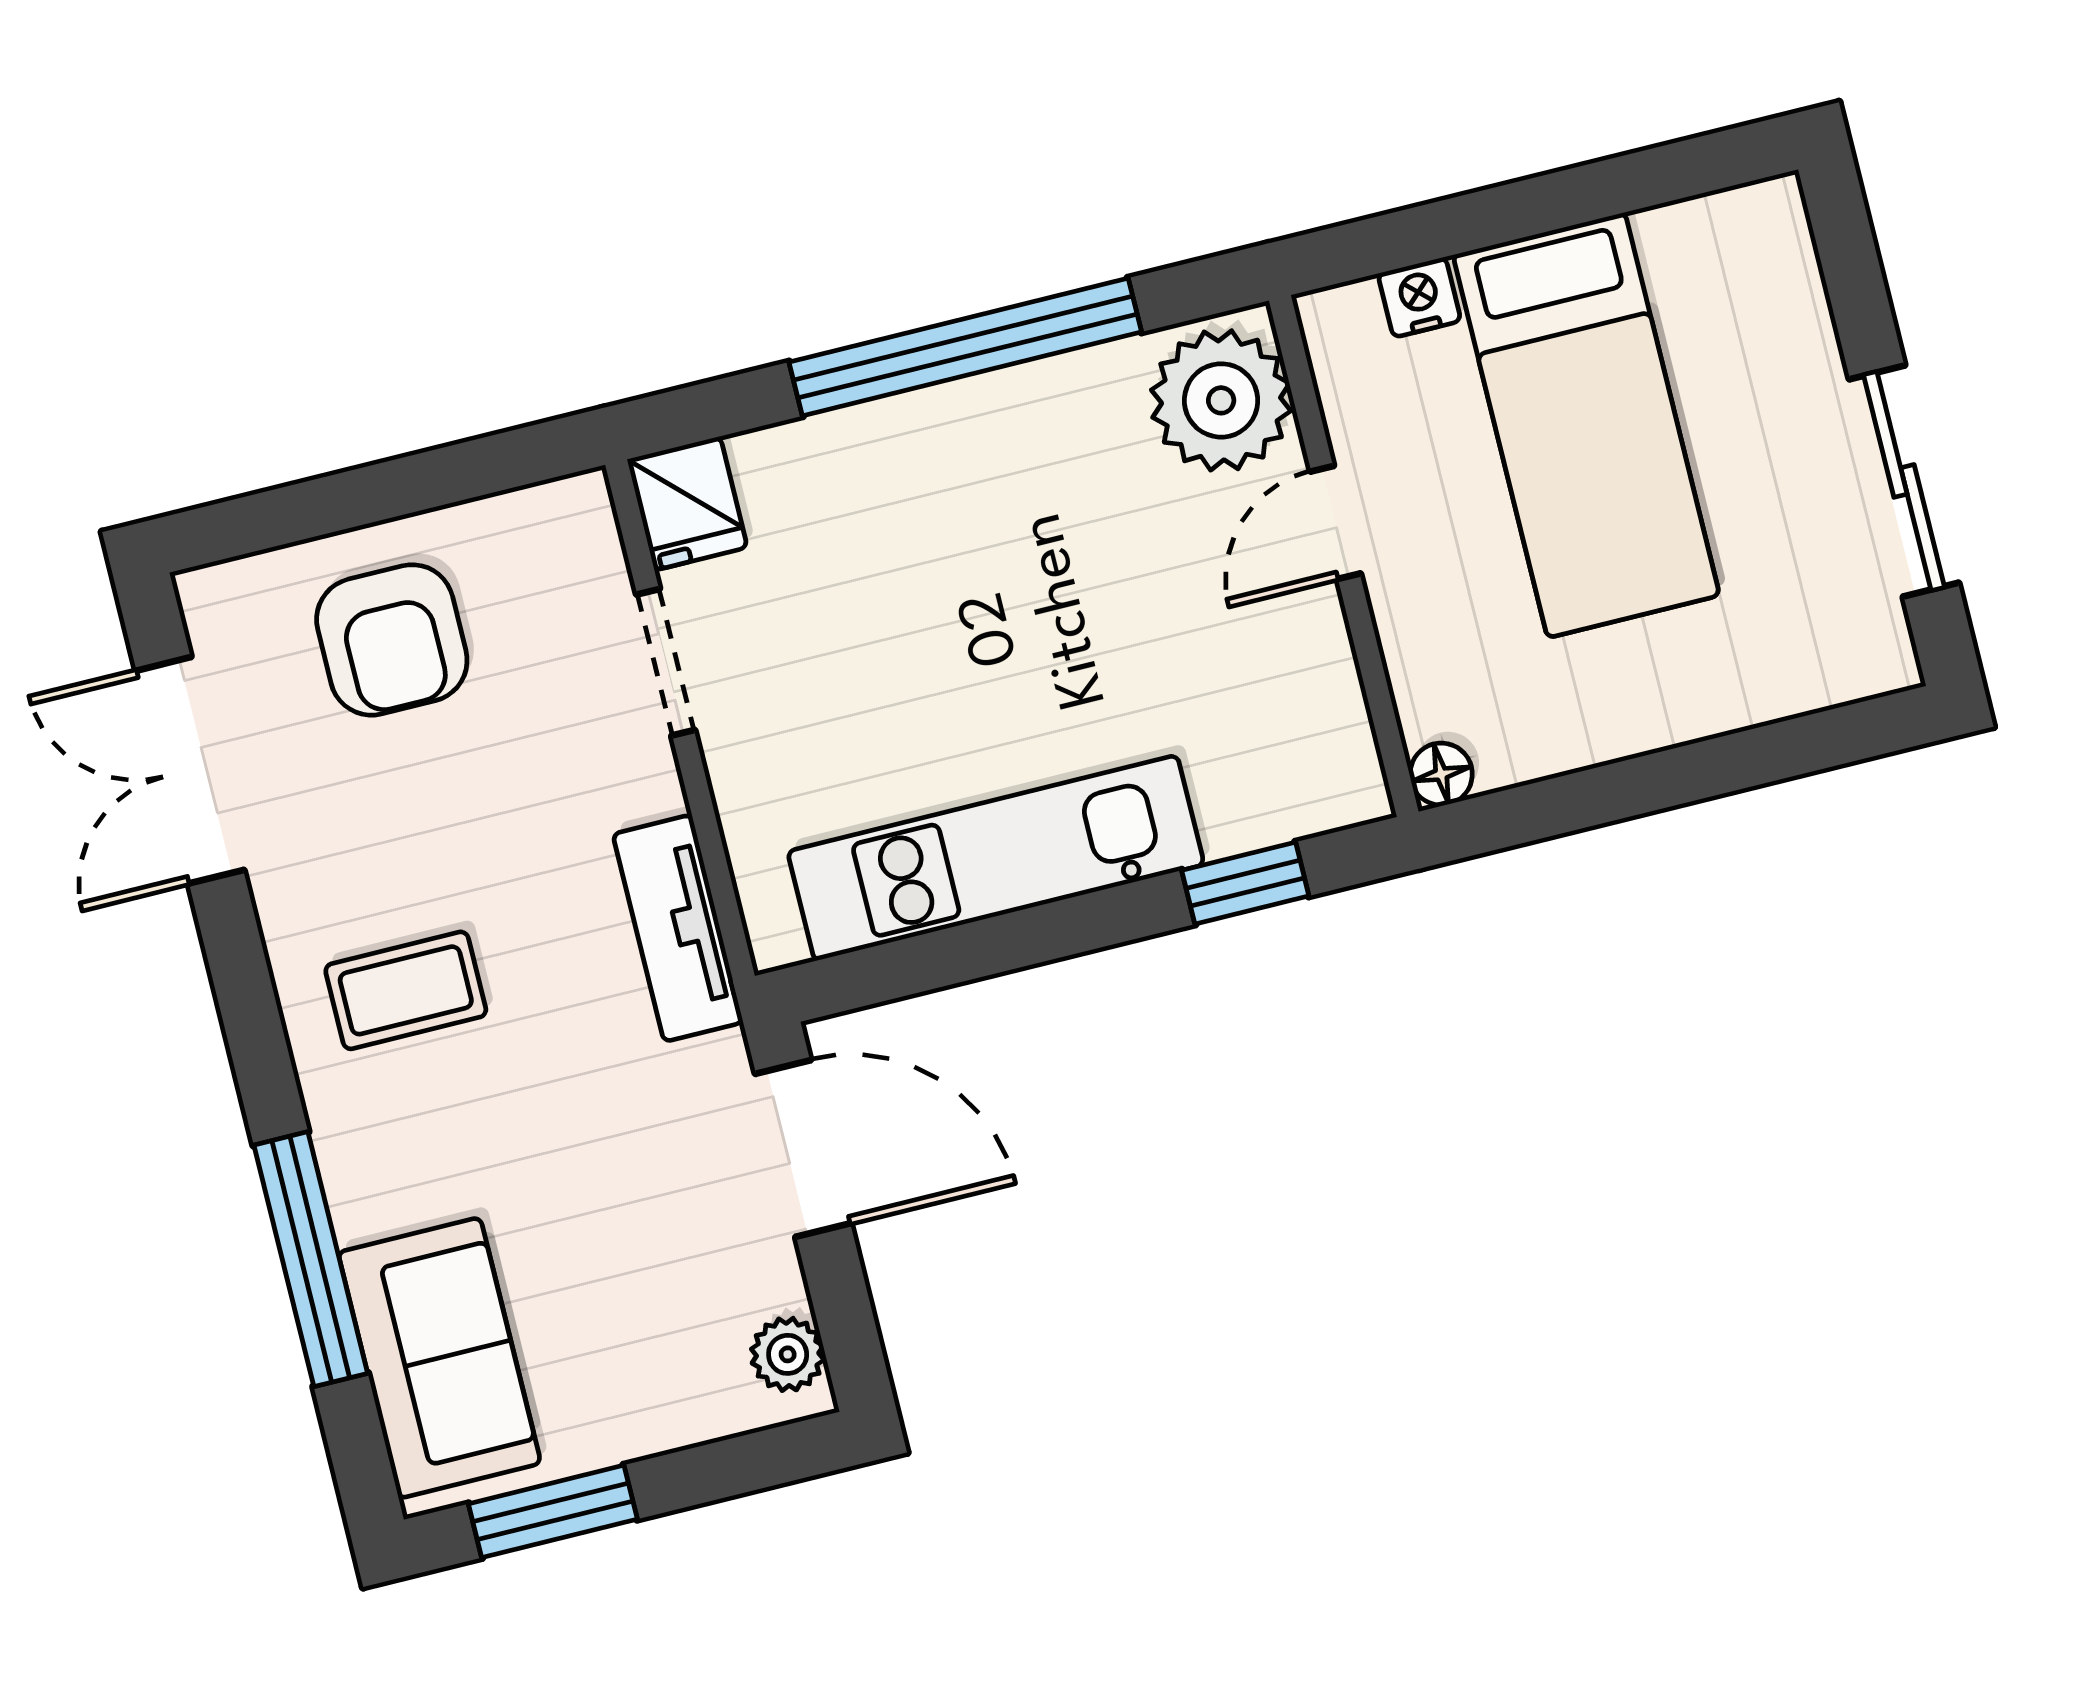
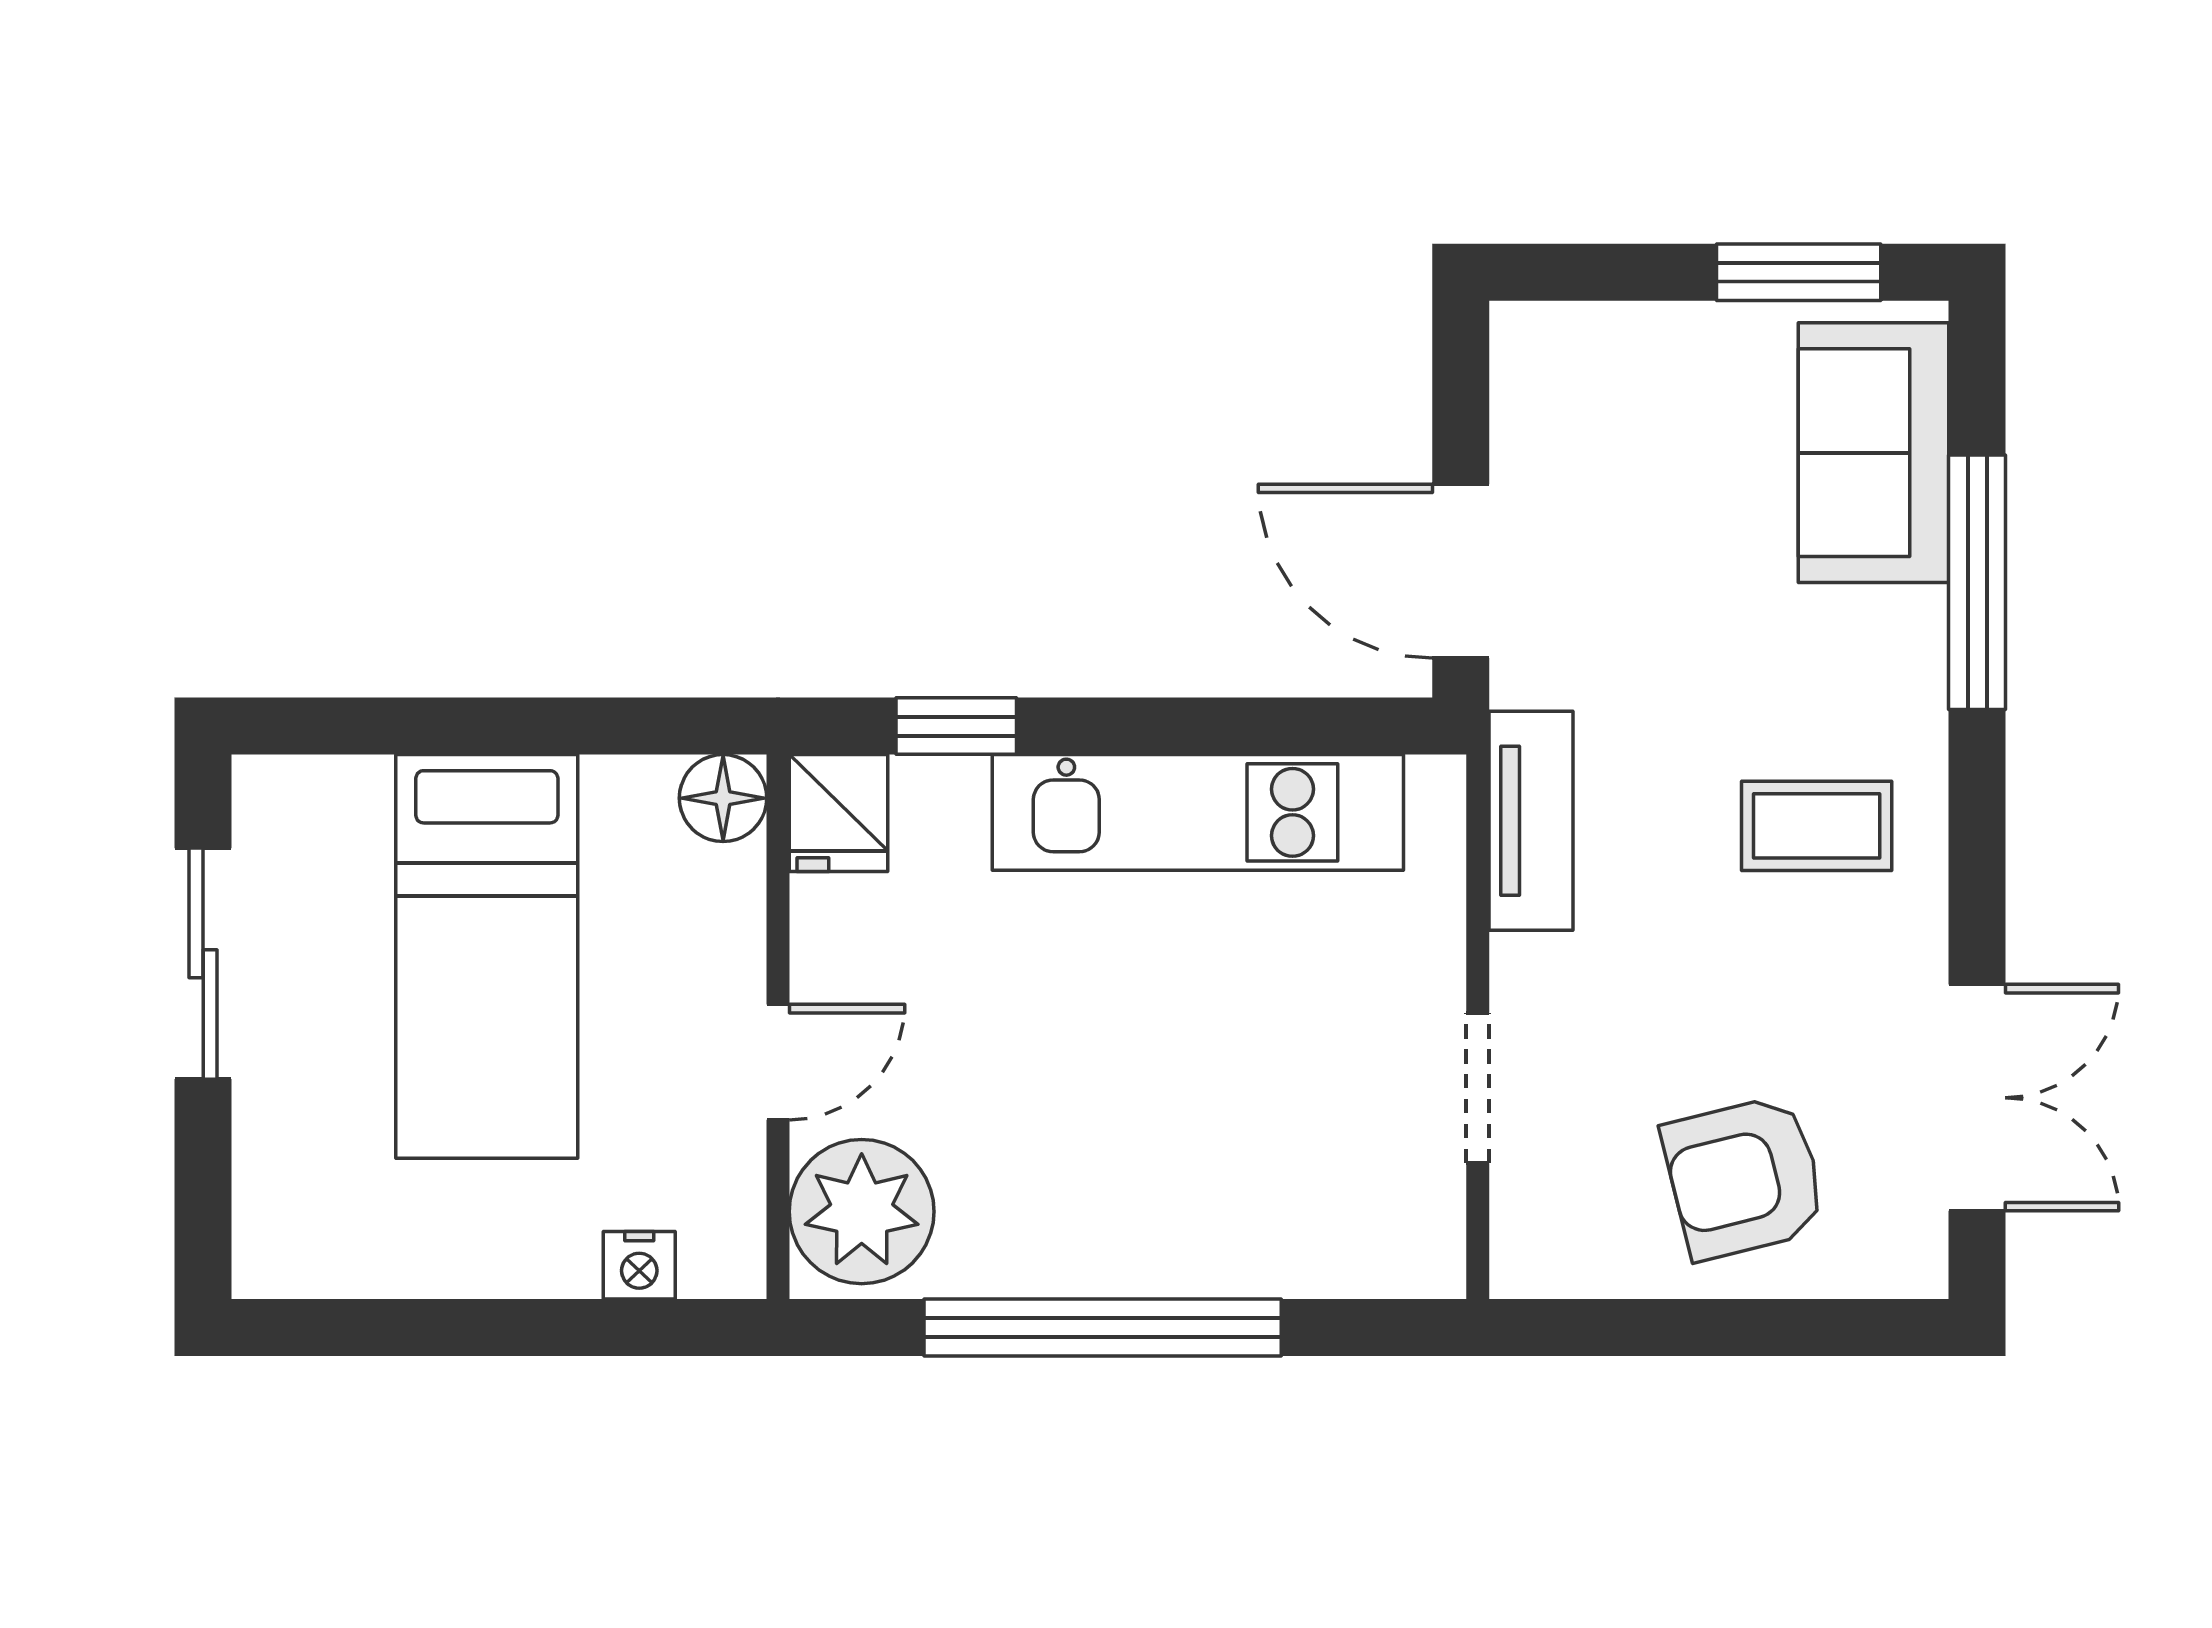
bed: (1586, 425) -> (487, 956), moved, turned 180
fridge: (687, 503) -> (838, 813), moved, turned 180
armchair: (392, 640) -> (1744, 1177), turned -104
floor lamp: (1441, 774) -> (723, 798), width x1.37, depth x1.37
plant: (788, 1354) -> (1527, 370), removed

